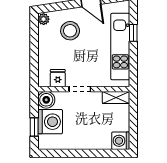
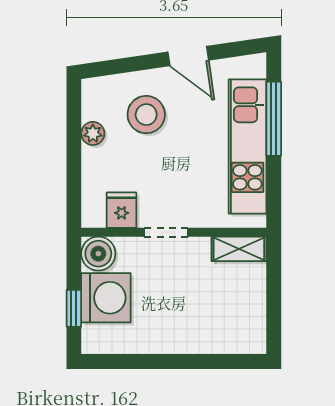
plant: (44, 19) -> (93, 133), moved
window: (133, 33) -> (274, 119), width x2.17
washing machine: (121, 141) -> (248, 336), removed

